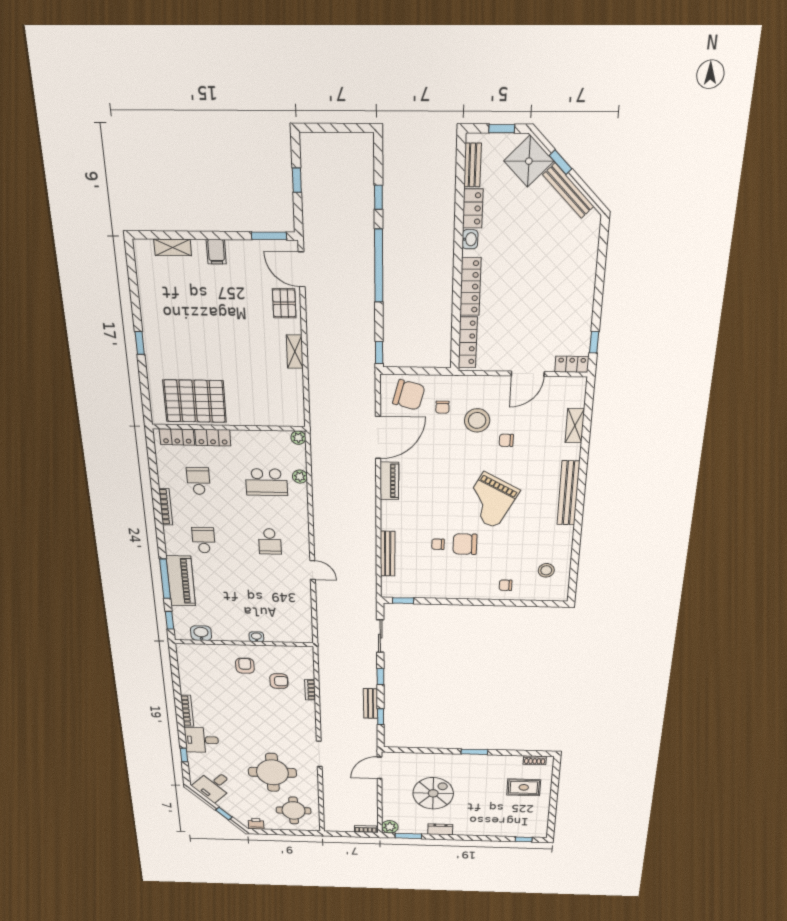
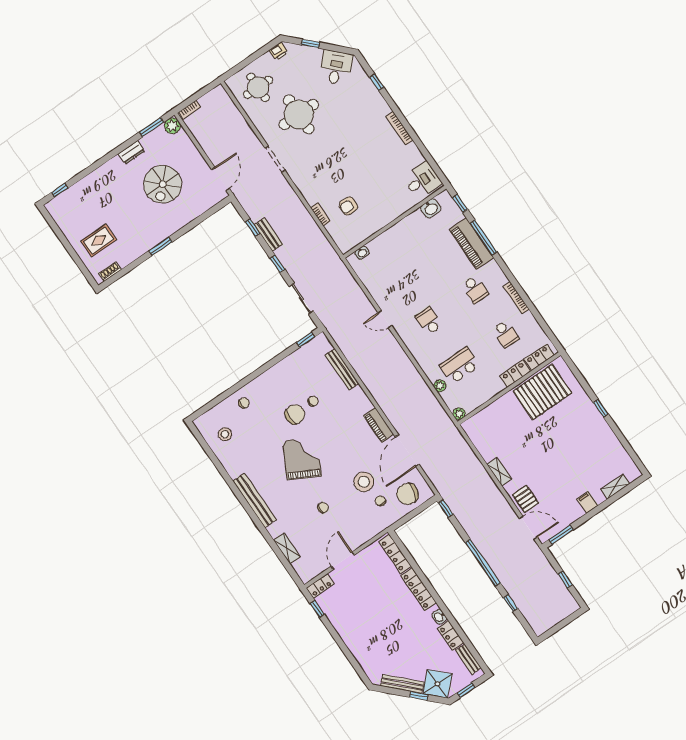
stool: (477, 420) -> (364, 482), moved
washbasin: (256, 637) -> (362, 253), moved
armchair: (245, 666) -> (382, 202), removed
desk: (202, 740) -> (422, 180), moved

